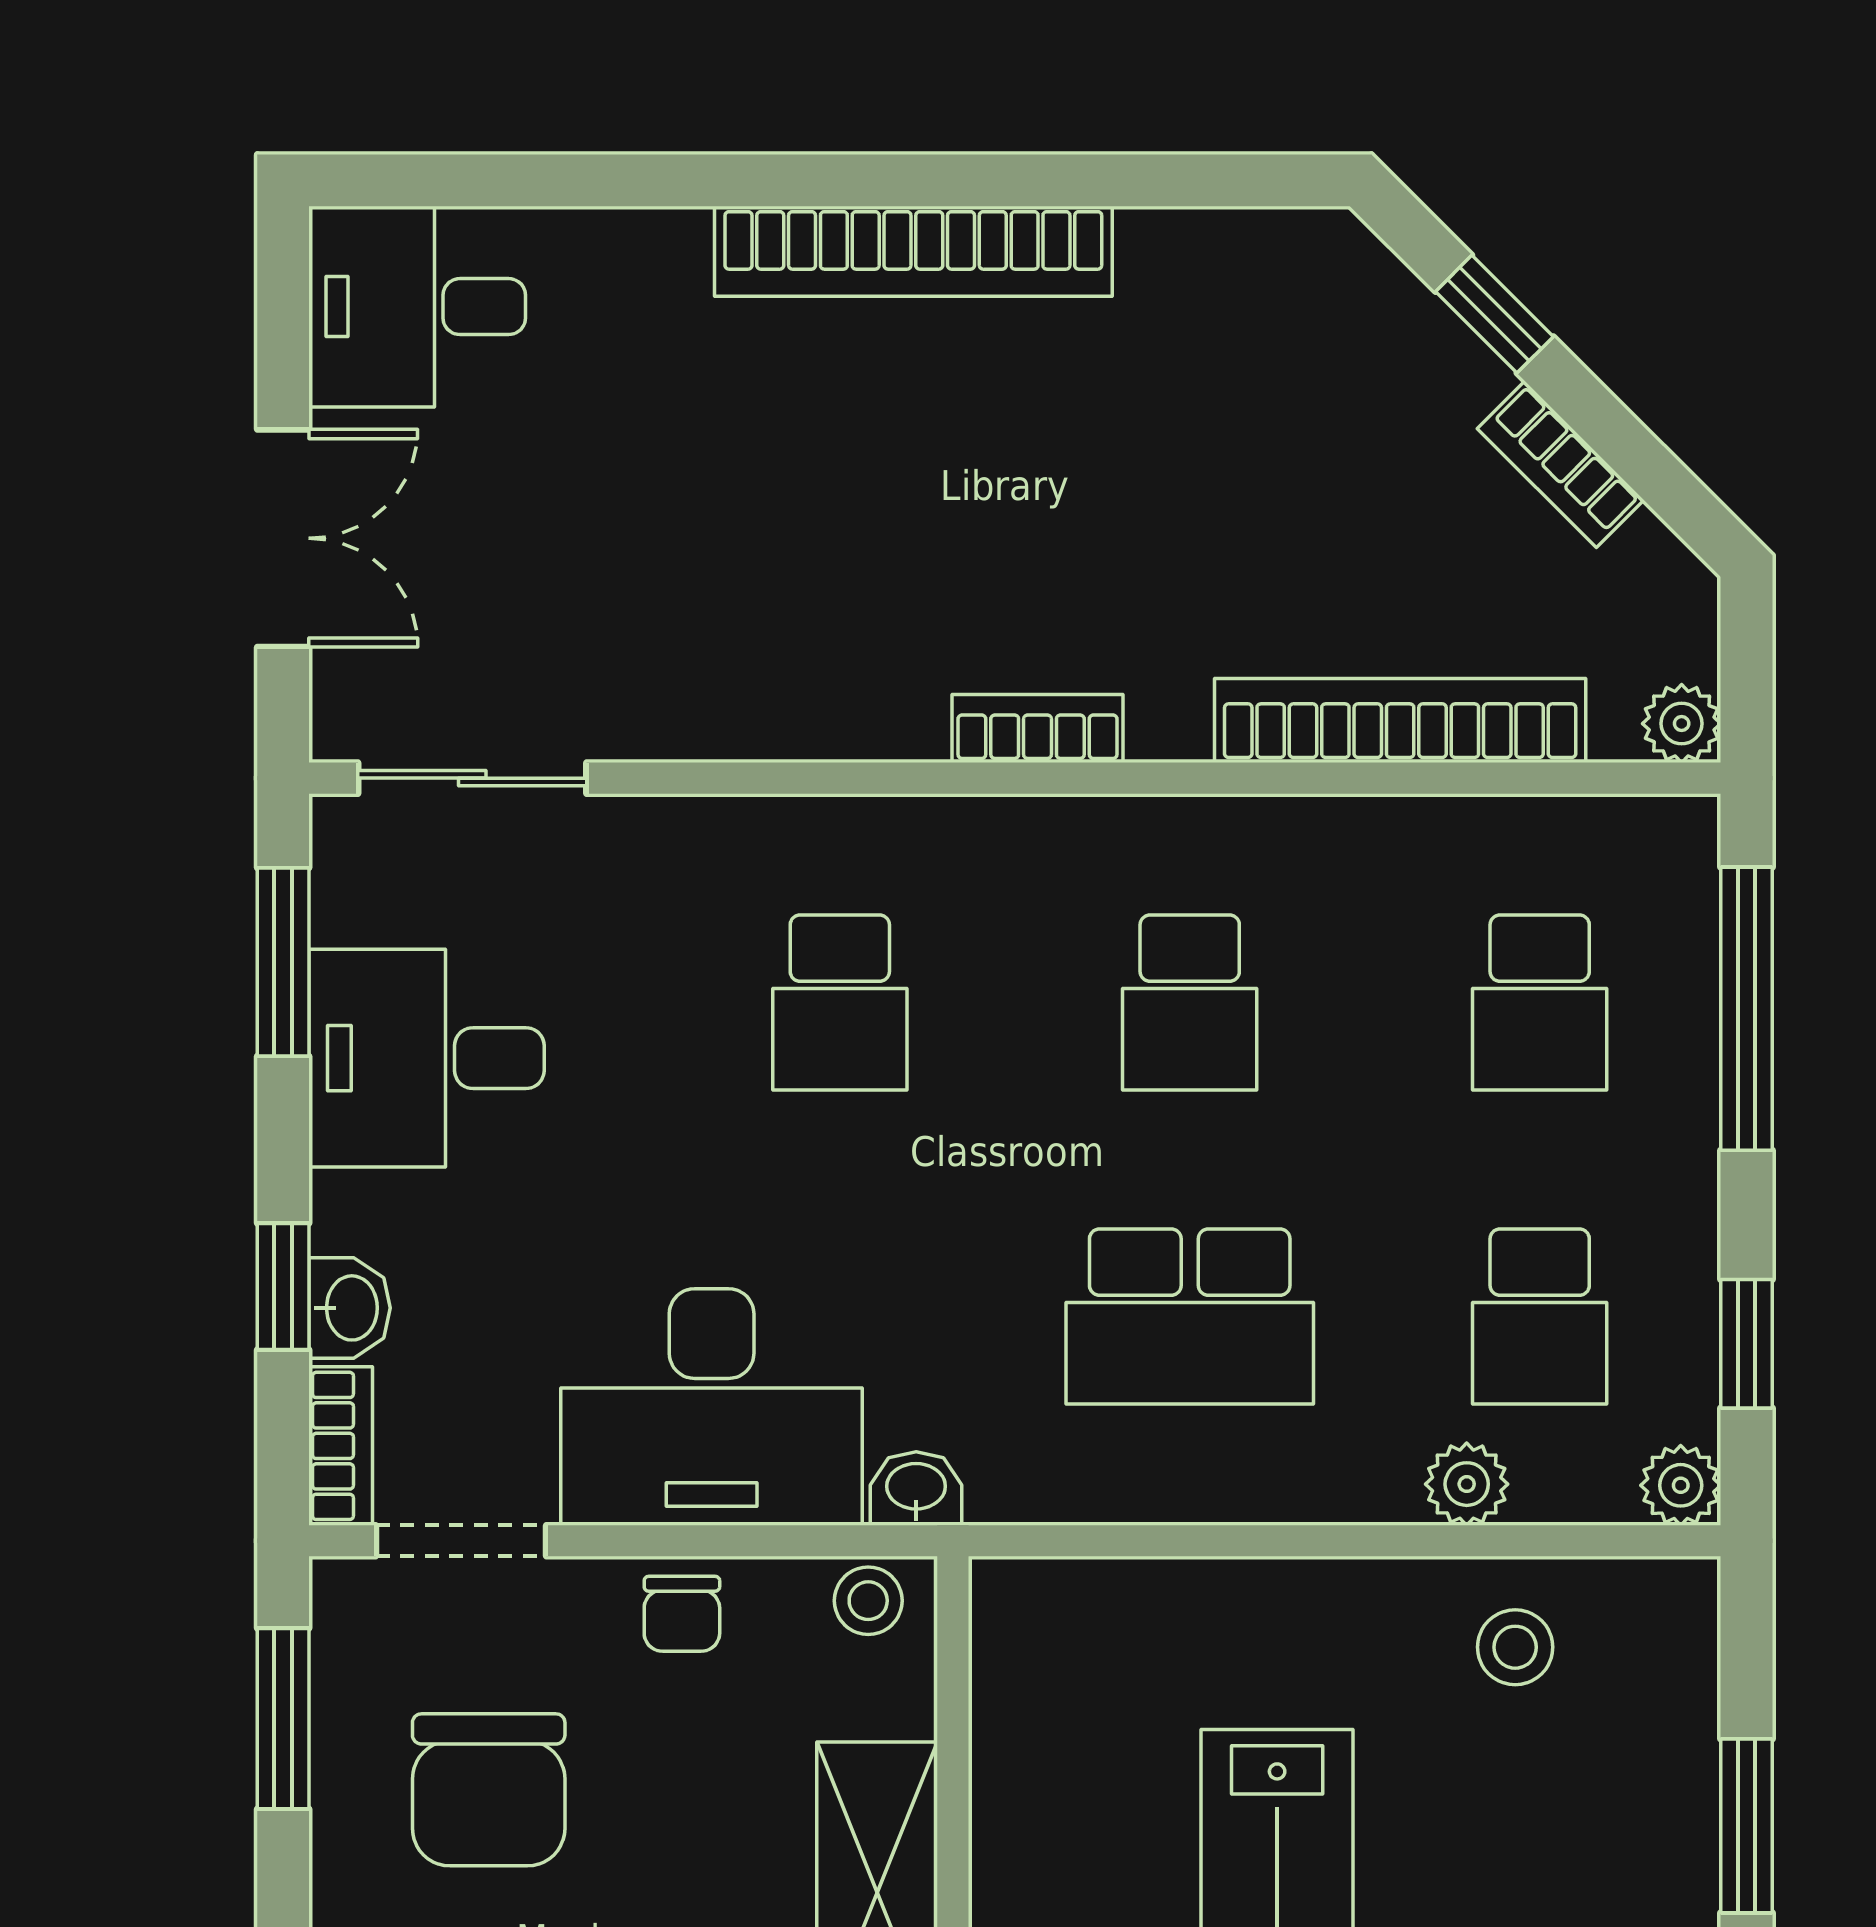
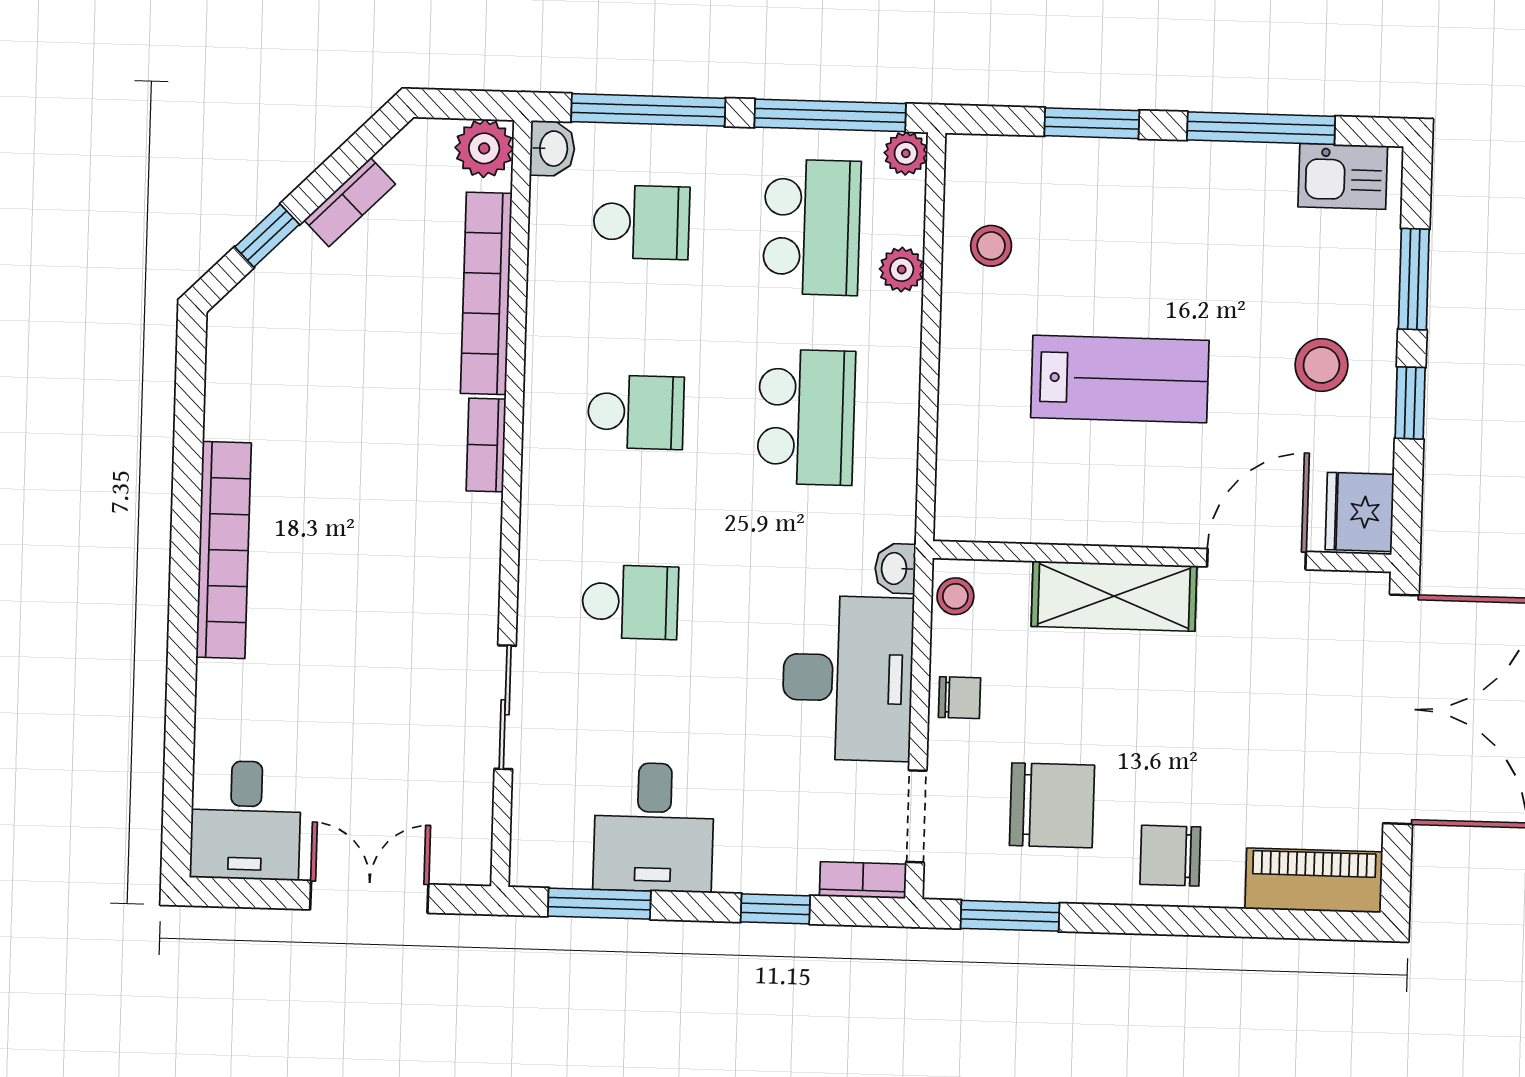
plant: (1682, 724) -> (484, 148), width x1.38, depth x1.38
bookcase: (1037, 728) -> (486, 445), moved
sliding door: (472, 778) -> (505, 707), moved
washbasin: (349, 1308) -> (552, 148), moved, turned 90
school desk: (1540, 1316) -> (812, 227), width x1.85
window: (1746, 1344) -> (830, 115), width x2.17

